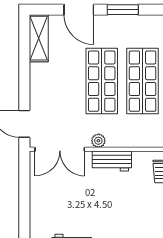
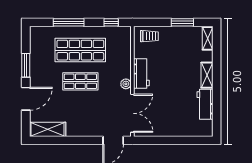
shop shelf: (102, 81) -> (80, 81), width x0.70, depth x0.74

